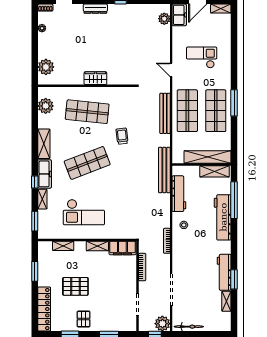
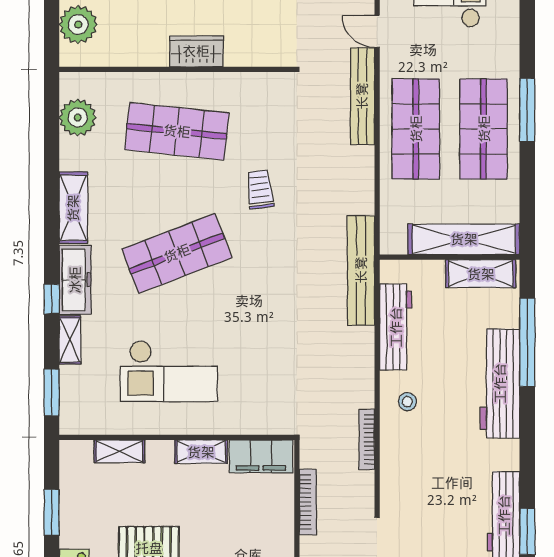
bench: (165, 113) -> (362, 96), moved

